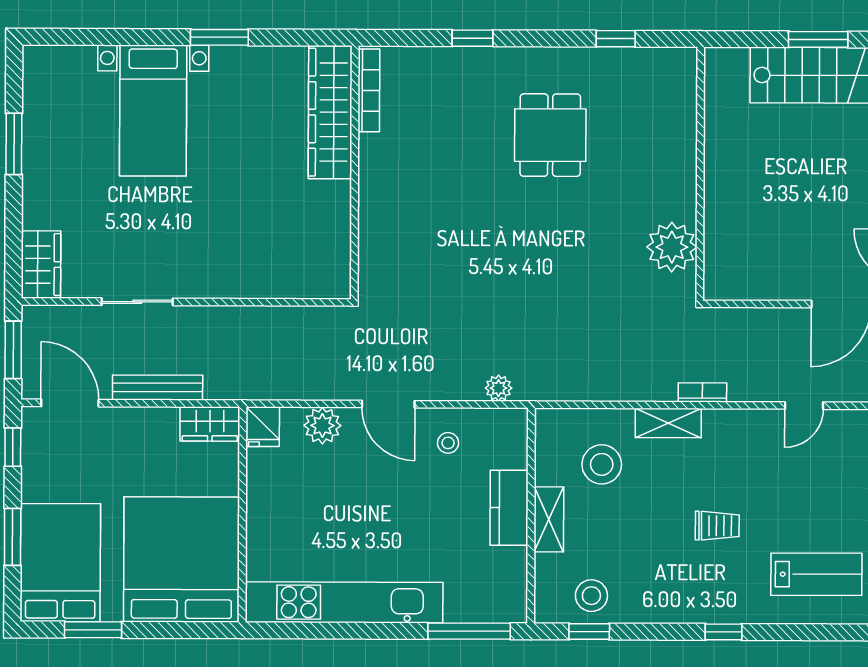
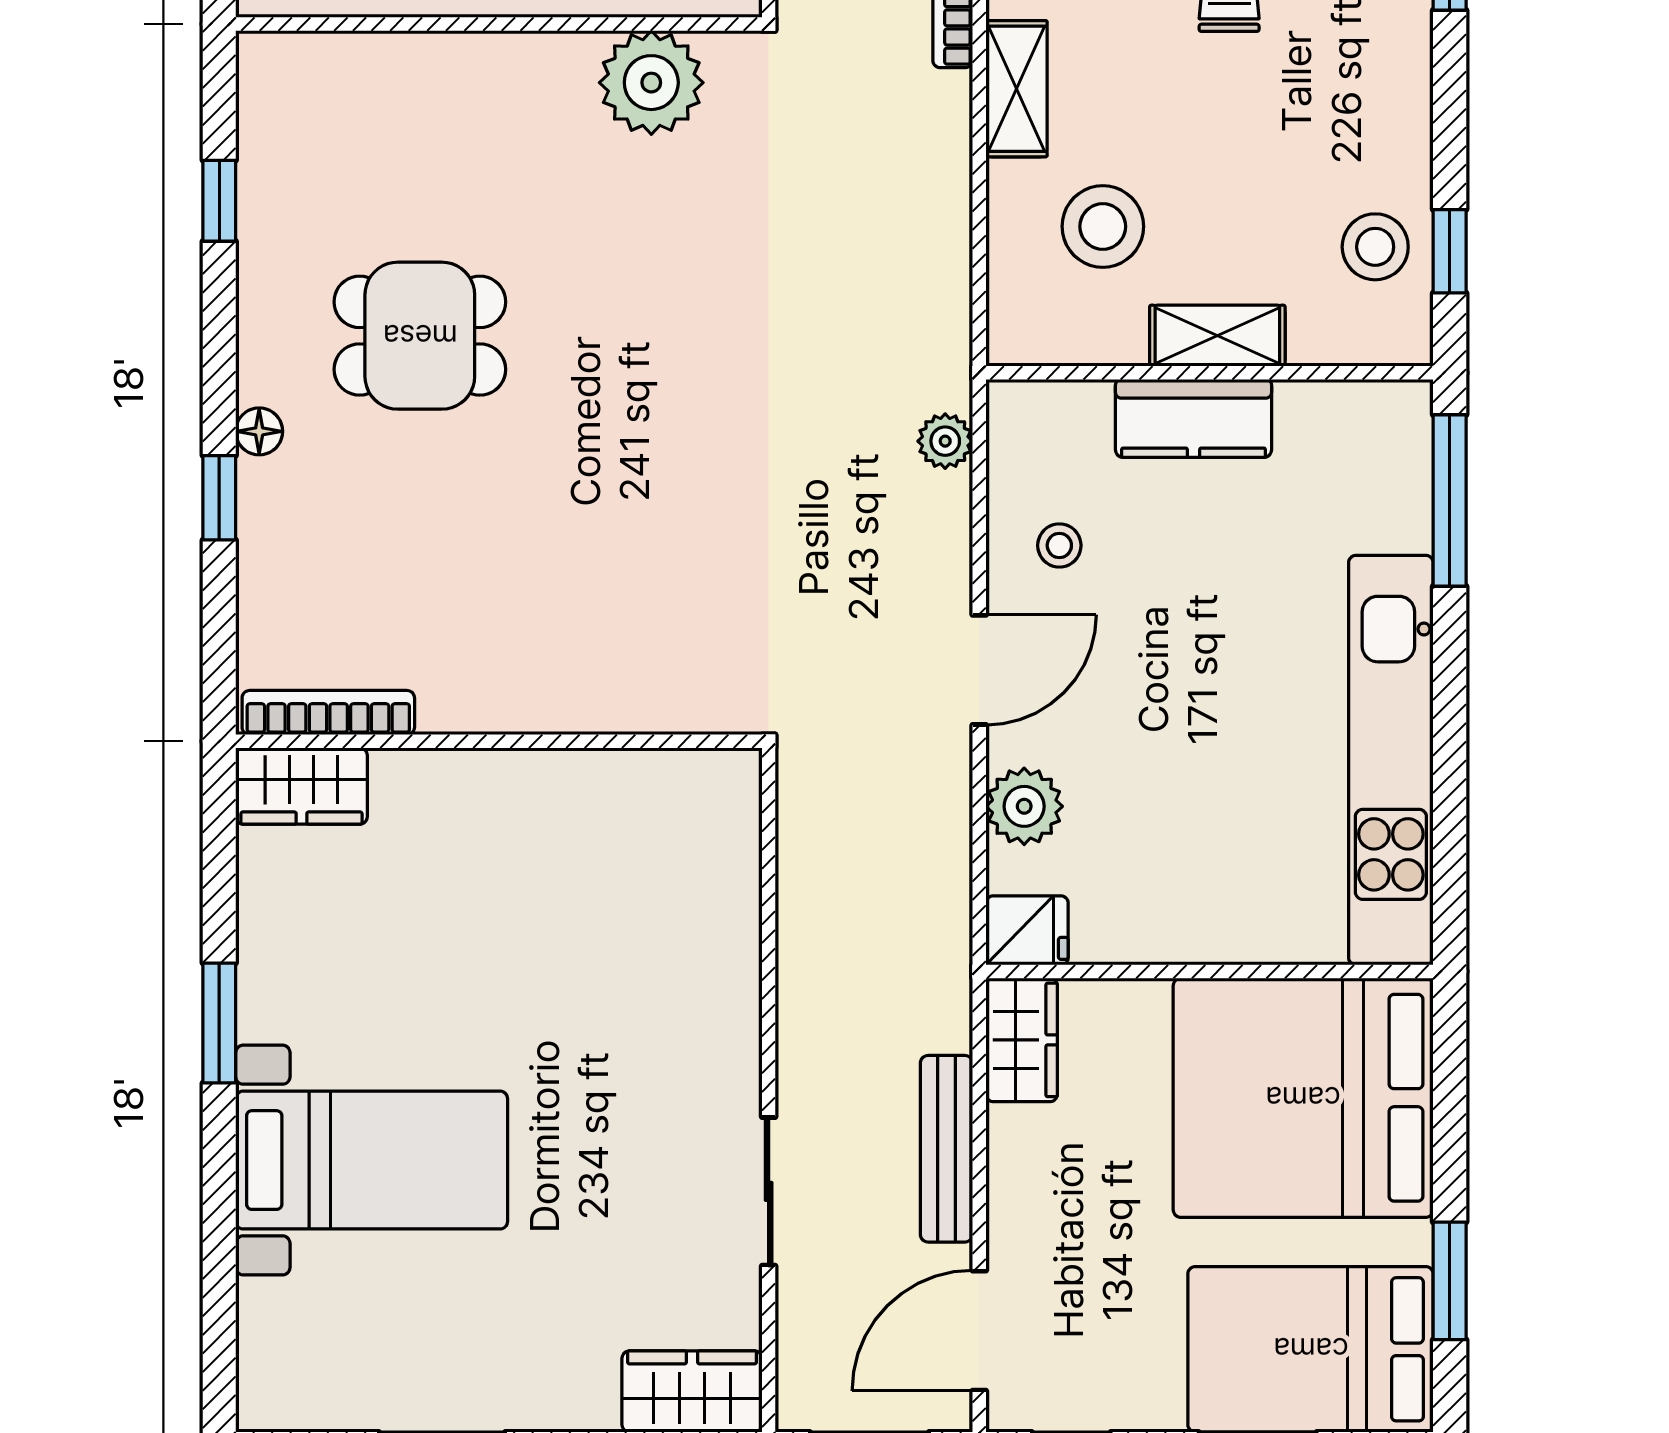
floor lamp: (504, 58) -> (259, 431), added
wardrobe: (330, 112) -> (301, 786), width x0.48, depth x0.85

